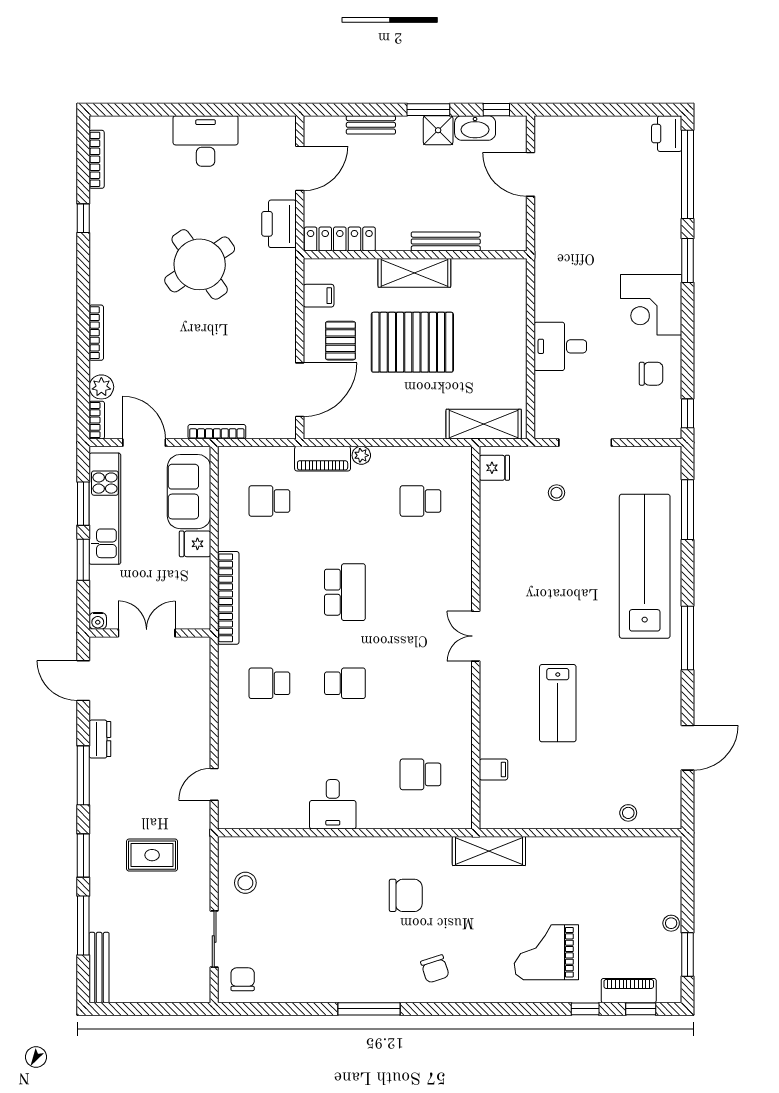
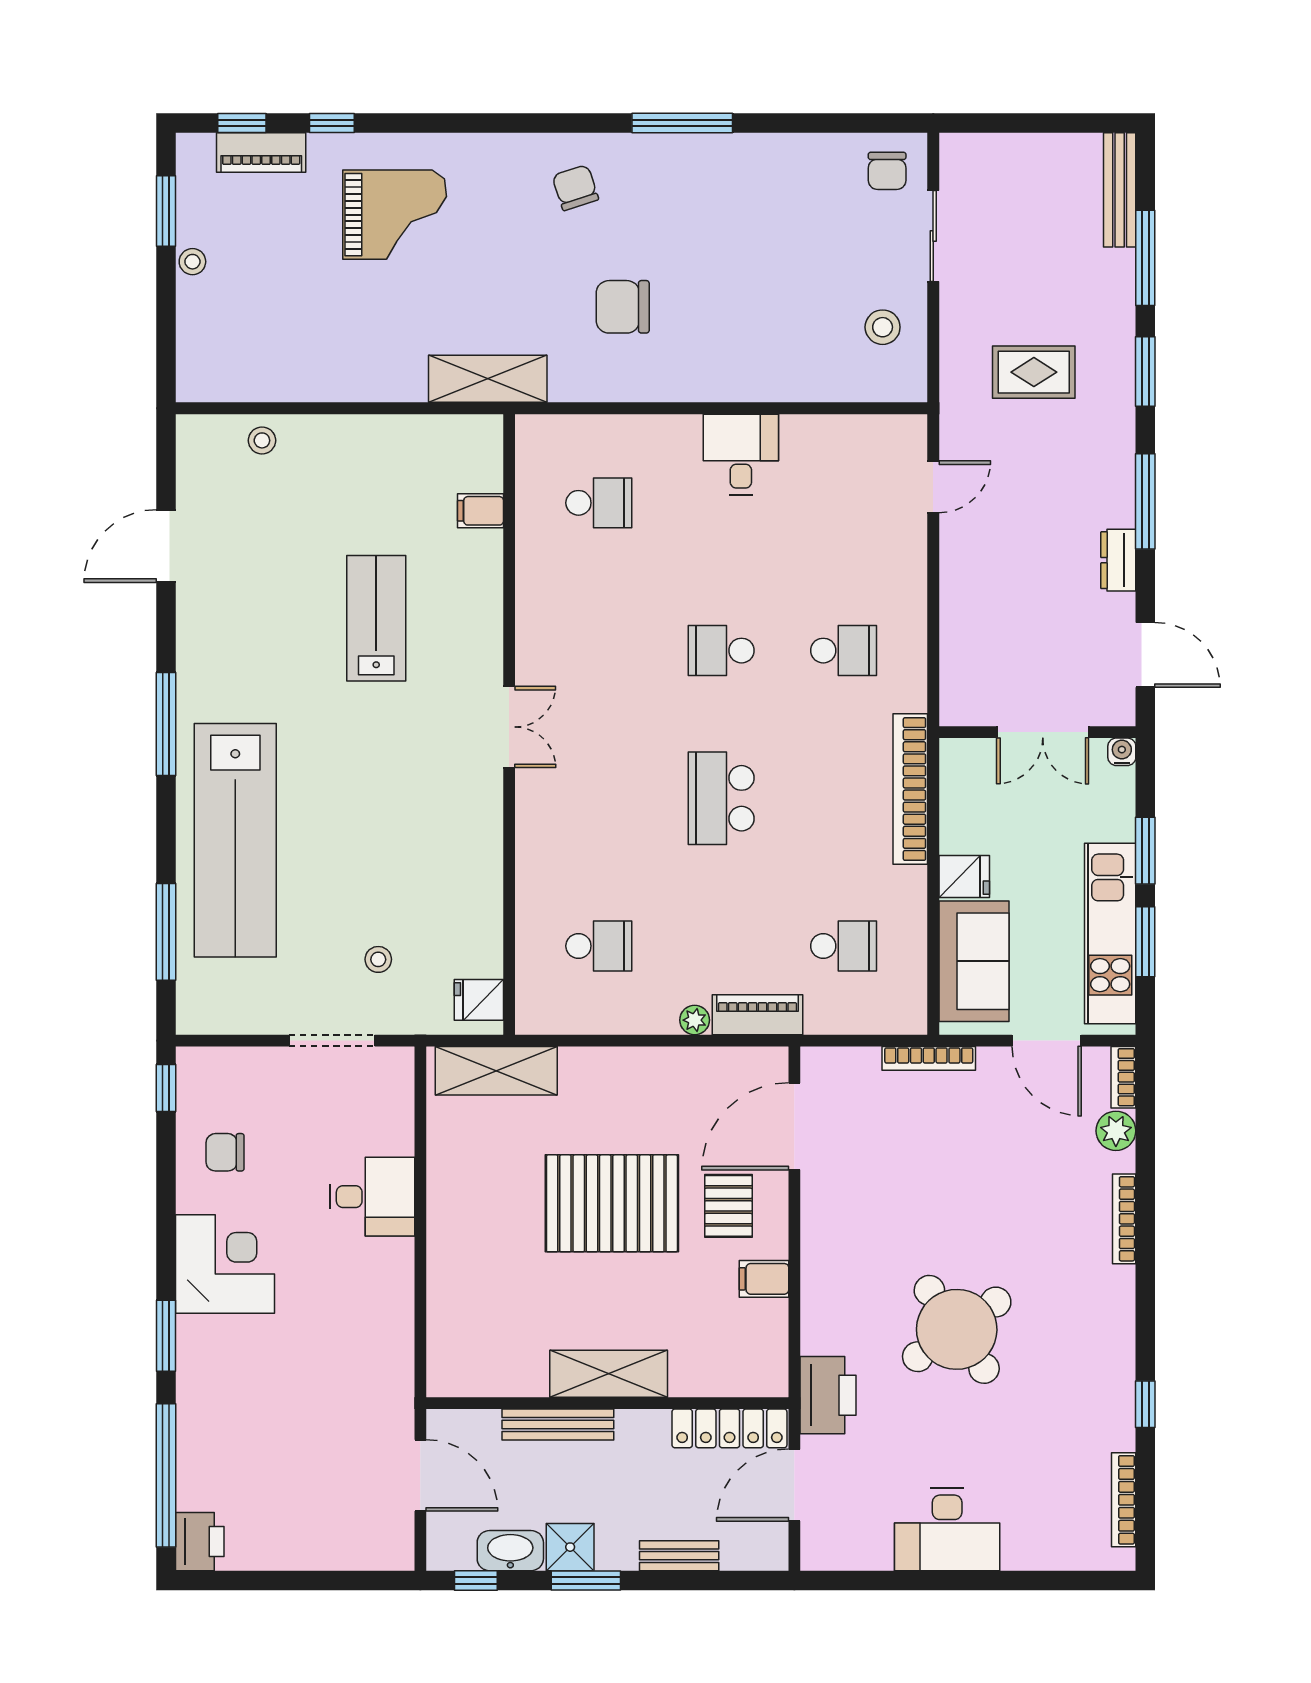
locker: (340, 239) -> (729, 1428), moved
bench: (446, 242) -> (558, 1424), moved
wall: (415, 255) -> (607, 1403), moved
shelving: (414, 273) -> (609, 1374), moved

